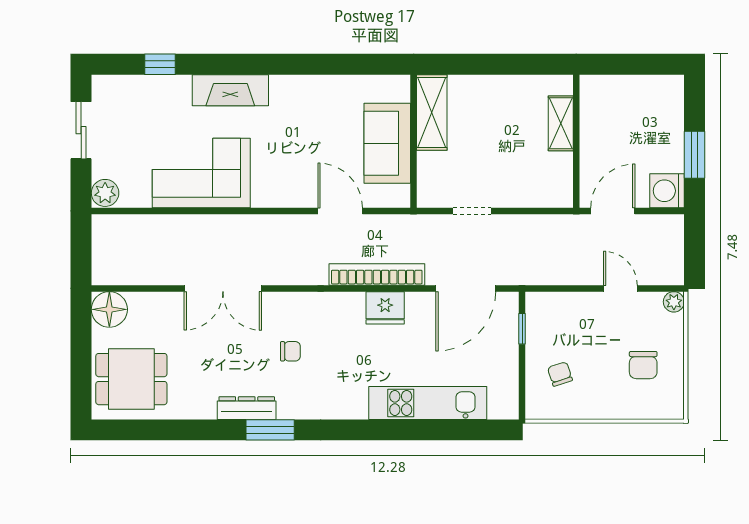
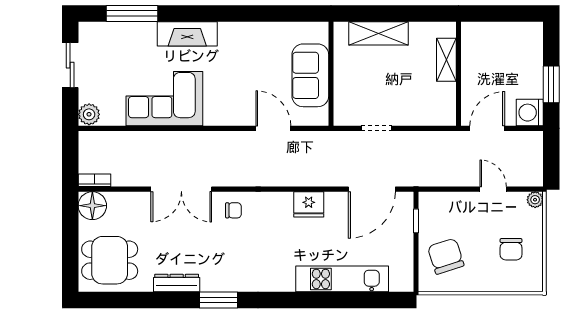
window: (160, 64) -> (132, 13), width x2.17
shelving: (432, 112) -> (378, 33), moved, turned 90
bookcase: (377, 274) -> (94, 180), moved, width x0.43, depth x0.76
chair: (290, 351) -> (233, 210), moved
chair: (560, 374) -> (446, 256), width x1.87, depth x1.87
dresser: (247, 408) -> (177, 283), moved

